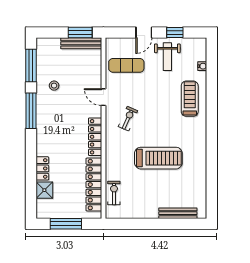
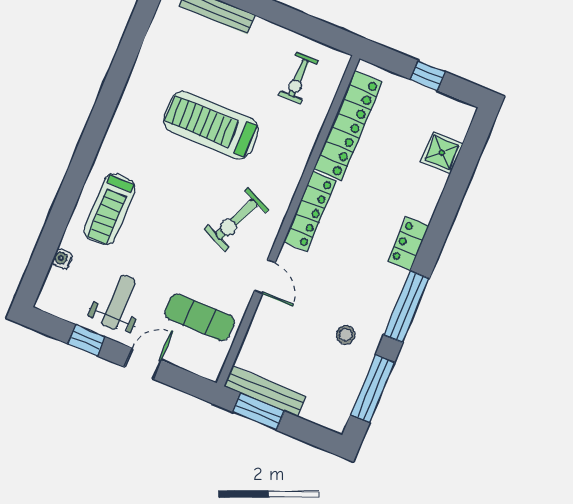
exercise bike: (128, 119) -> (237, 219), width x1.38, depth x1.39
locker: (42, 168) -> (408, 244), moved
exercise bike: (114, 193) -> (299, 78), moved
window: (66, 224) -> (428, 76), width x0.46

